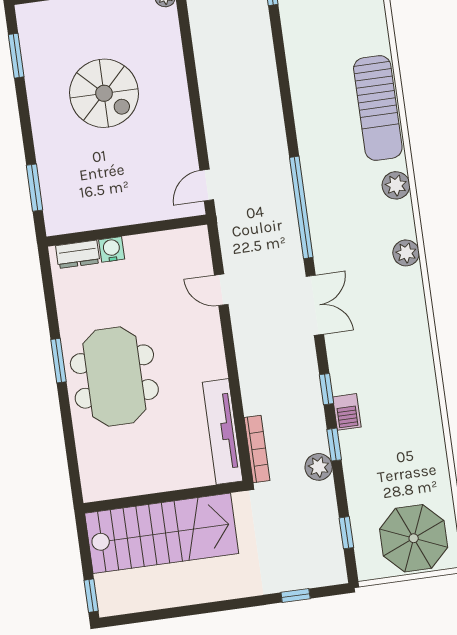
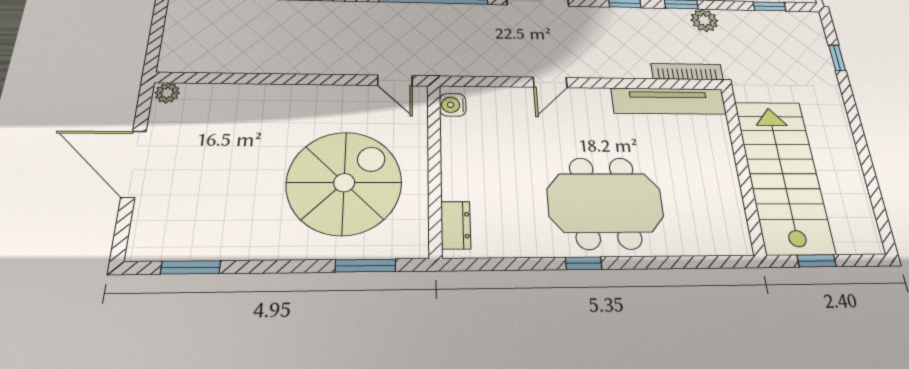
spiral stairs: (104, 93) -> (344, 183), moved, width x1.37, depth x1.37
water cooler: (112, 249) -> (453, 105), moved
door: (221, 290) -> (550, 82), moved
window: (59, 361) -> (584, 263), width x0.67
window: (91, 596) -> (817, 261), moved

